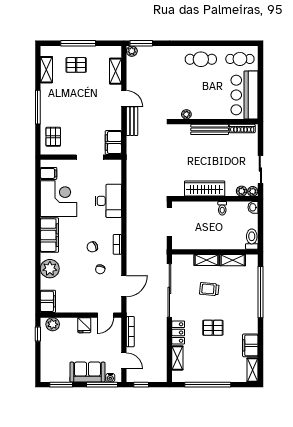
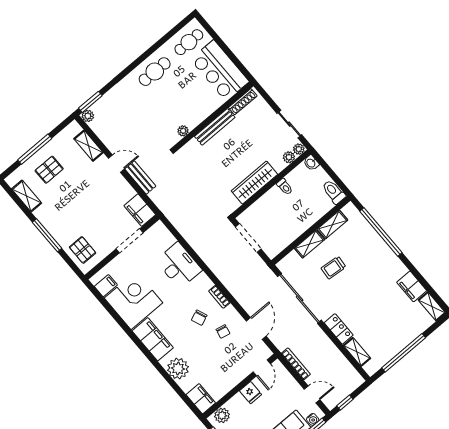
pallet: (213, 328) -> (366, 299), removed

